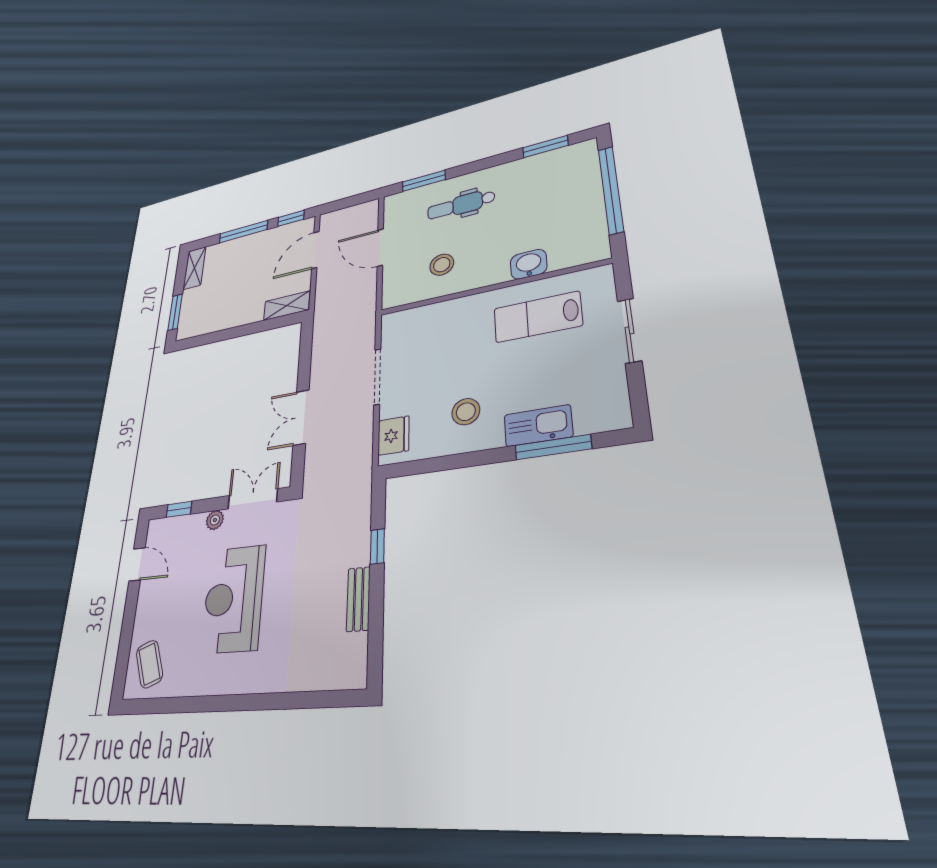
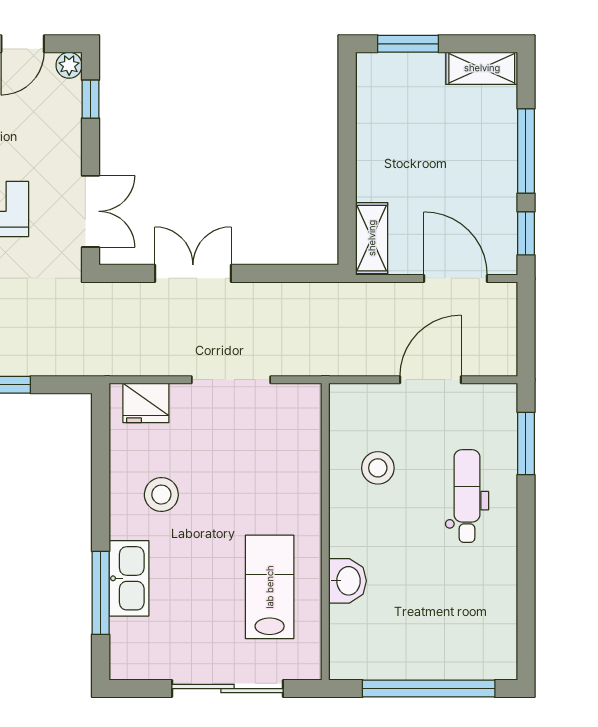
window: (545, 147) -> (526, 614), removed
sliding door: (629, 330) -> (227, 689), width x1.37
plant: (215, 520) -> (69, 65), moved

